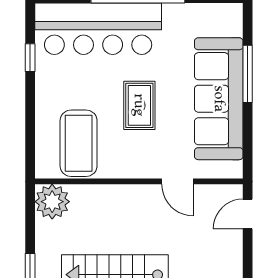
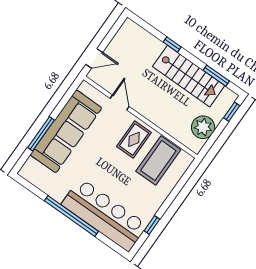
rug: (139, 105) -> (134, 139), moved
plant: (52, 202) -> (203, 127), moved

